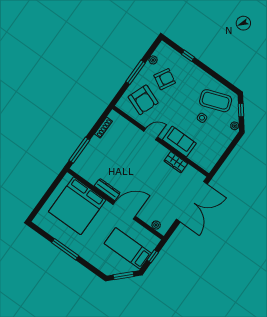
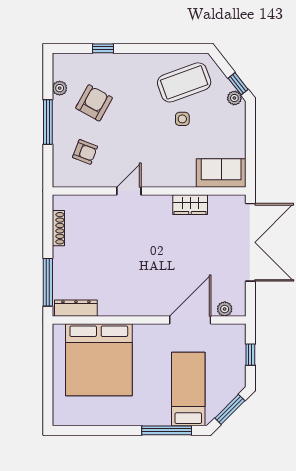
armchair: (143, 100) -> (85, 152), width x0.53, depth x0.53
window: (241, 110) -> (238, 84), moved
sofa: (179, 141) -> (221, 173), moved
dresser: (107, 189) -> (76, 308), moved
door: (124, 210) -> (190, 320), moved
bed: (128, 248) -> (188, 389), moved, turned 90
window: (65, 249) -> (167, 430), moved

